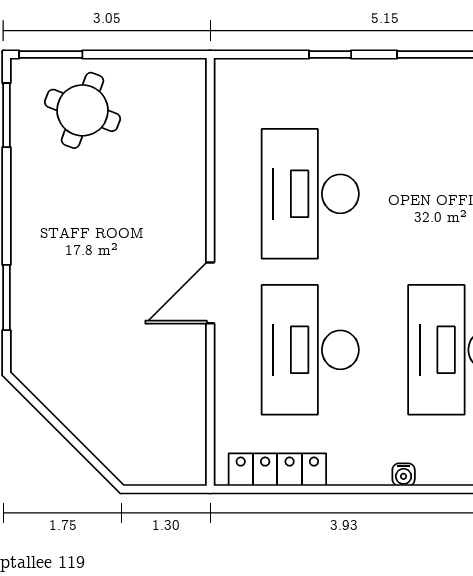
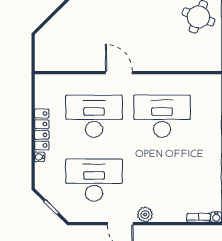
locker: (277, 470) -> (42, 130), moved

